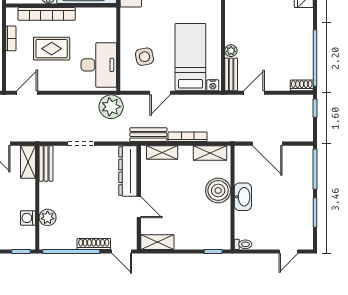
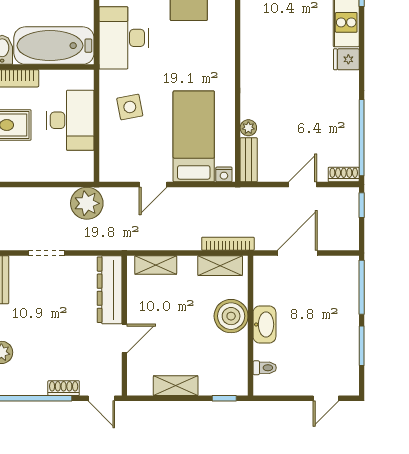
side table: (144, 57) -> (130, 107), moved
desk: (99, 65) -> (70, 120), moved
door: (254, 93) -> (303, 185), moved
bench: (148, 135) -> (137, 241), removed
bookcase: (188, 137) -> (228, 244), moved
door: (267, 144) -> (297, 253), swing flipped
door: (139, 207) -> (124, 339), hinge flipped
shelving: (157, 242) -> (176, 386), moved
shoe rack: (94, 244) -> (64, 388), width x0.70
toilet: (243, 244) -> (265, 368), moved

